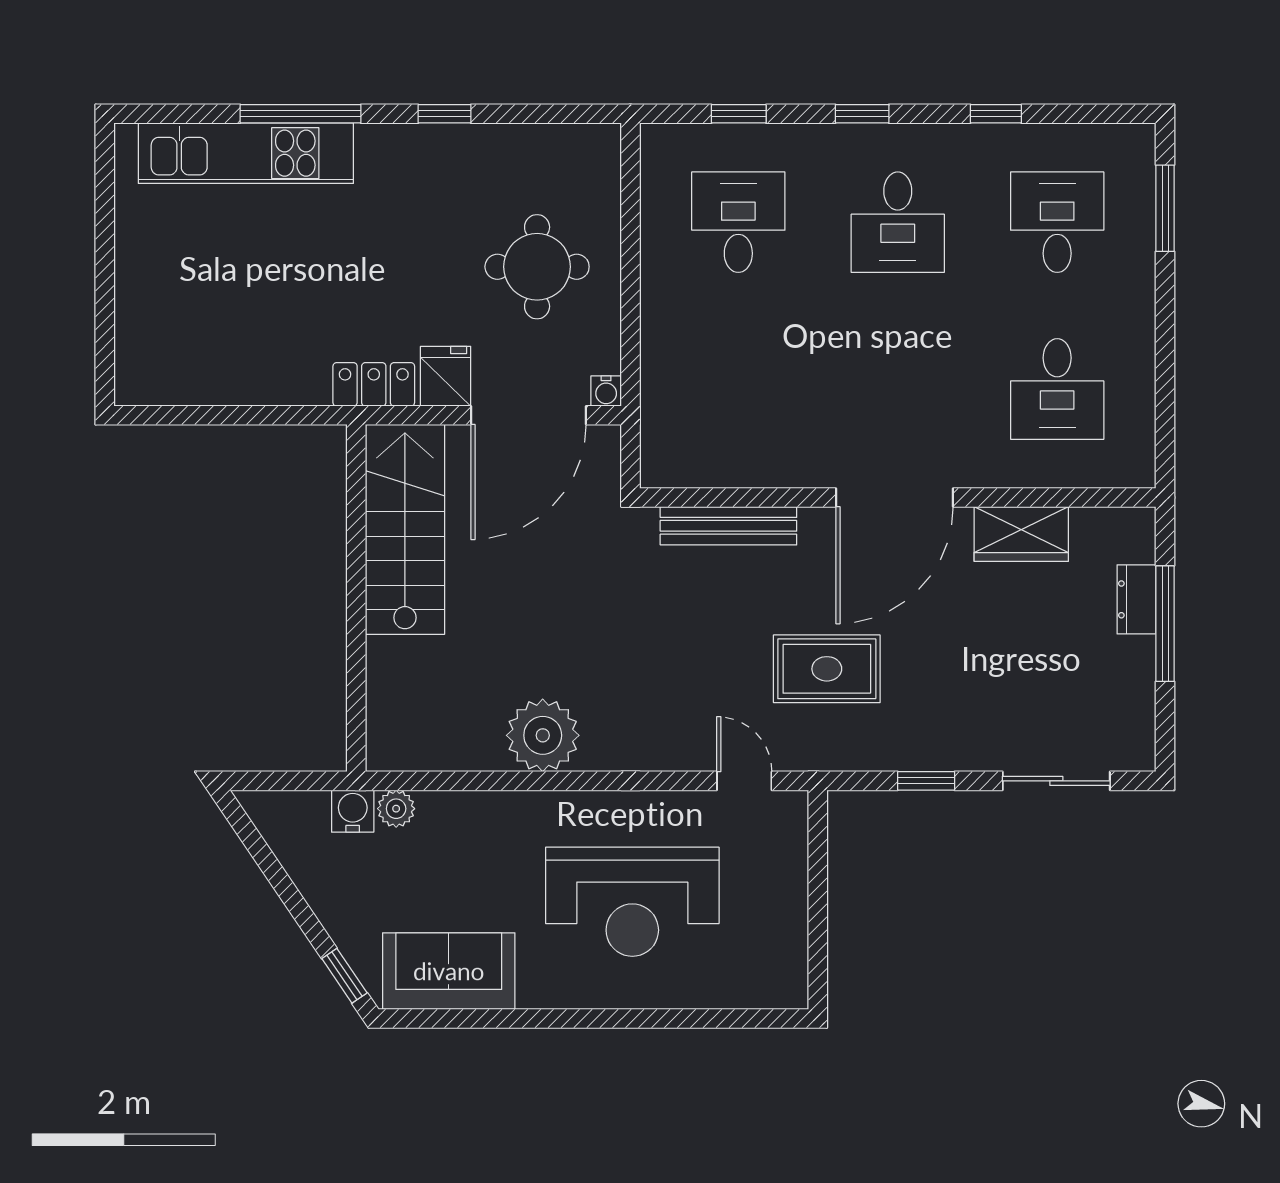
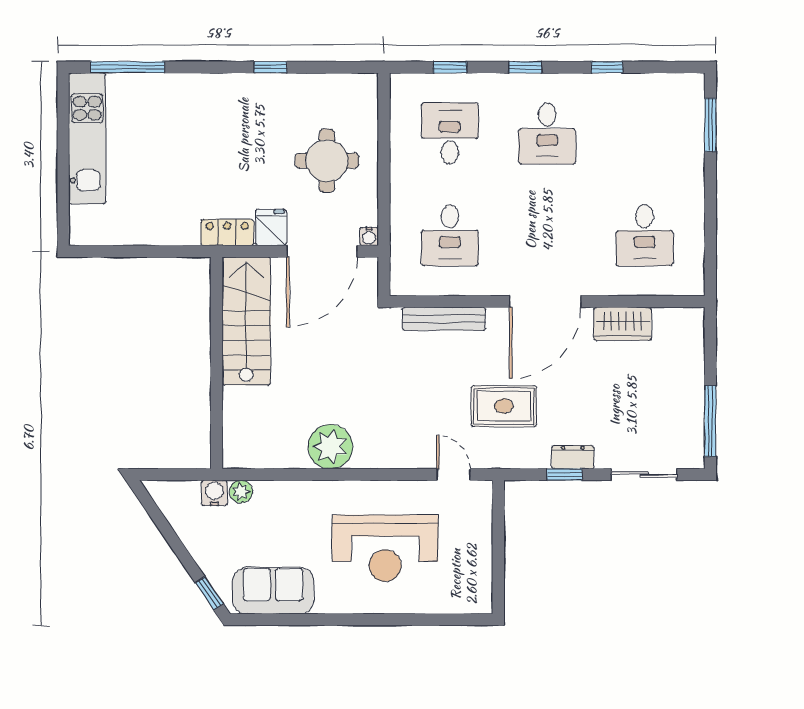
window: (301, 114) -> (127, 67), moved
kitchen unit: (246, 153) -> (87, 138), moved, turned -90
desk: (1057, 222) -> (450, 235), moved, turned 180
dresser: (1137, 599) -> (573, 457), moved, turned 90
window: (1165, 624) -> (710, 421), moved

